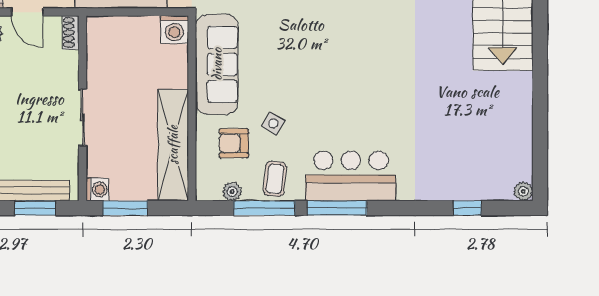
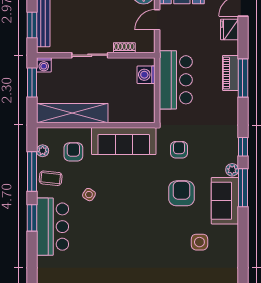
washing machine: (174, 29) -> (146, 75), moved
shoe rack: (71, 32) -> (124, 48), moved
side table: (273, 123) -> (89, 195), moved
window: (337, 208) -> (32, 218), width x0.69

